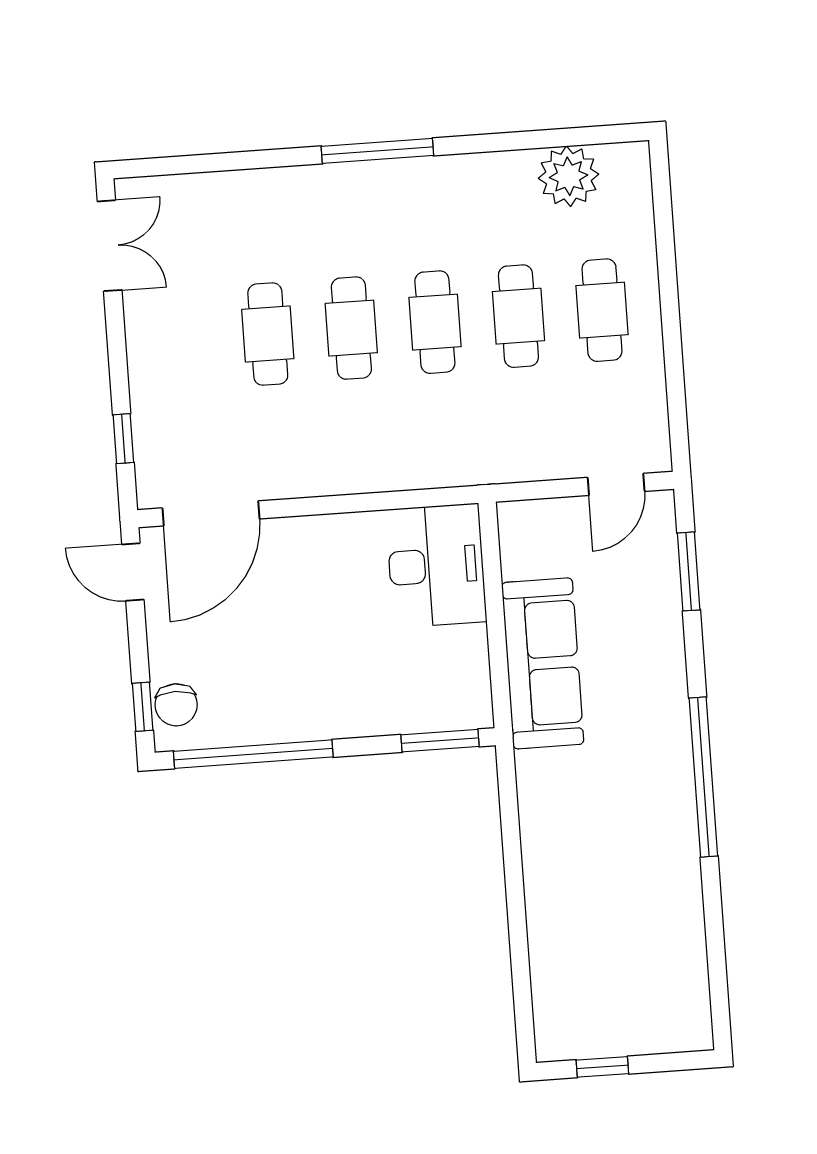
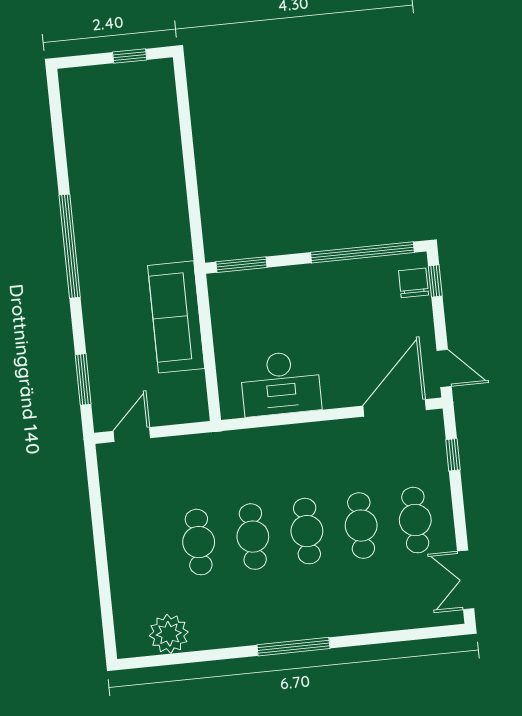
cafe table: (602, 310) -> (415, 520), moved
desk: (436, 566) -> (281, 383), moved, turned -90

